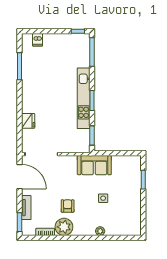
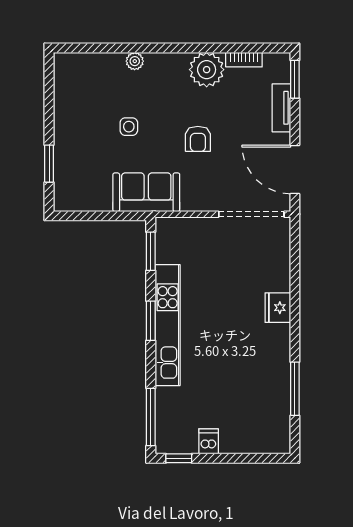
dishwasher: (38, 40) -> (209, 441), moved
fridge: (28, 121) -> (278, 308), moved
armchair: (68, 206) -> (198, 139), moved

